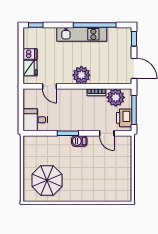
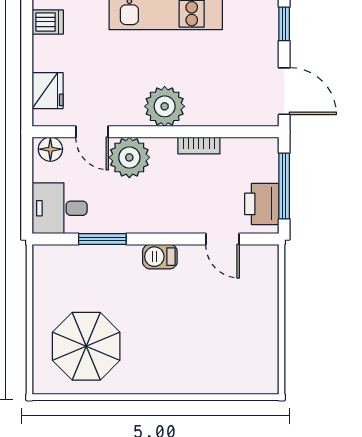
dishwasher: (30, 54) -> (48, 22), moved
floor lamp: (31, 94) -> (50, 149), added
plant: (116, 97) -> (129, 157), moved
window: (68, 133) -> (102, 239), moved

